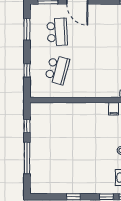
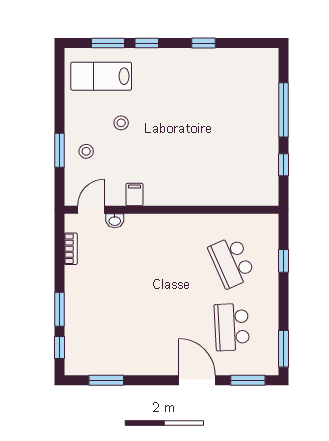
window: (27, 29) -> (284, 349), moved
school desk: (57, 70) -> (232, 262), turned -39

